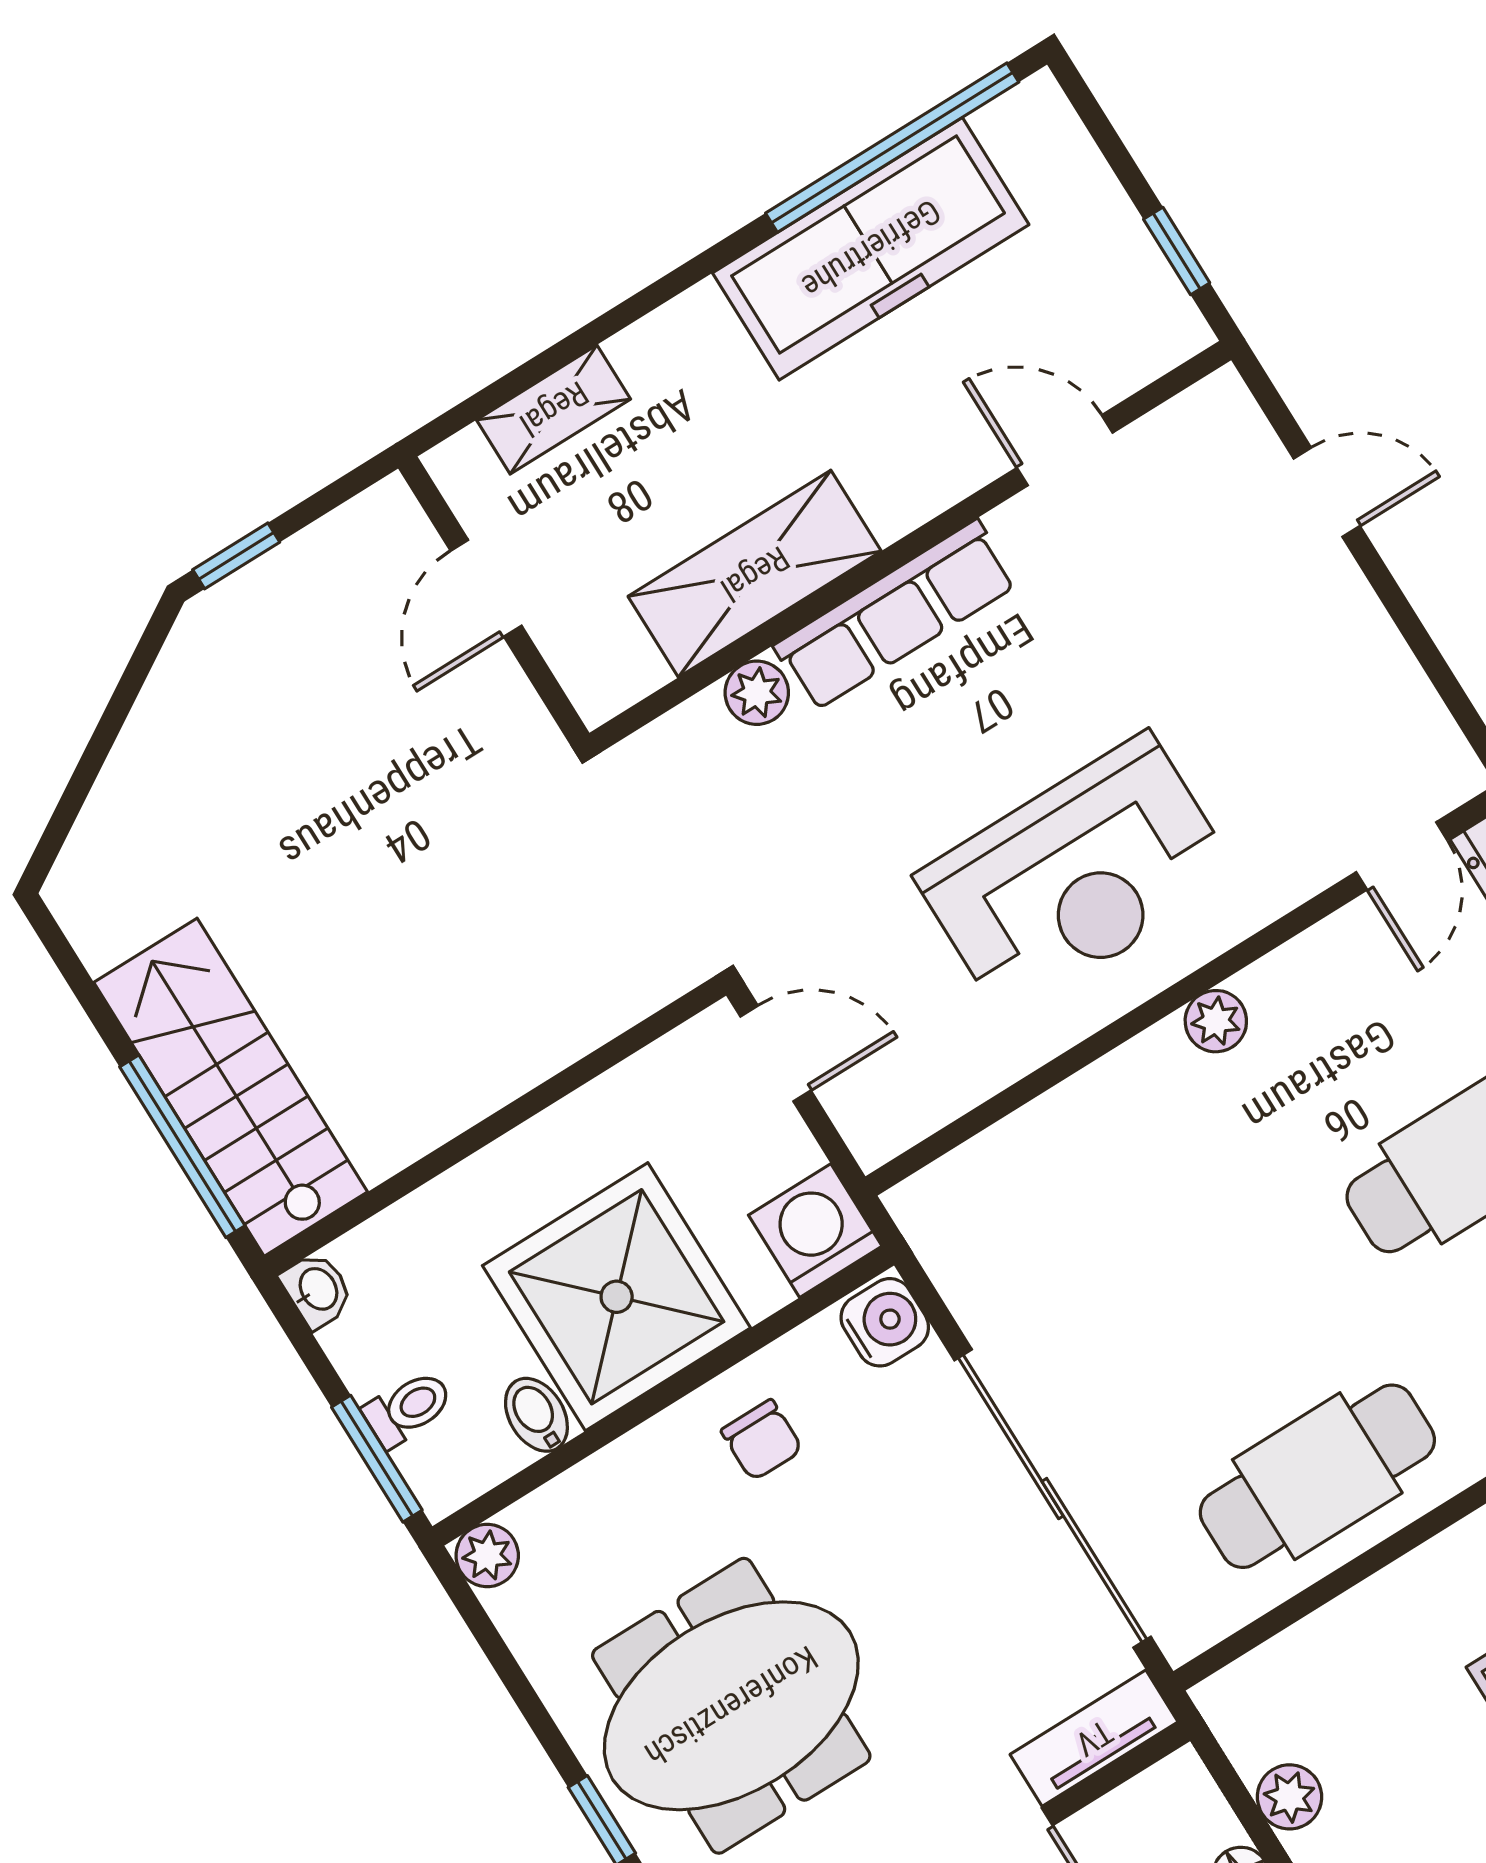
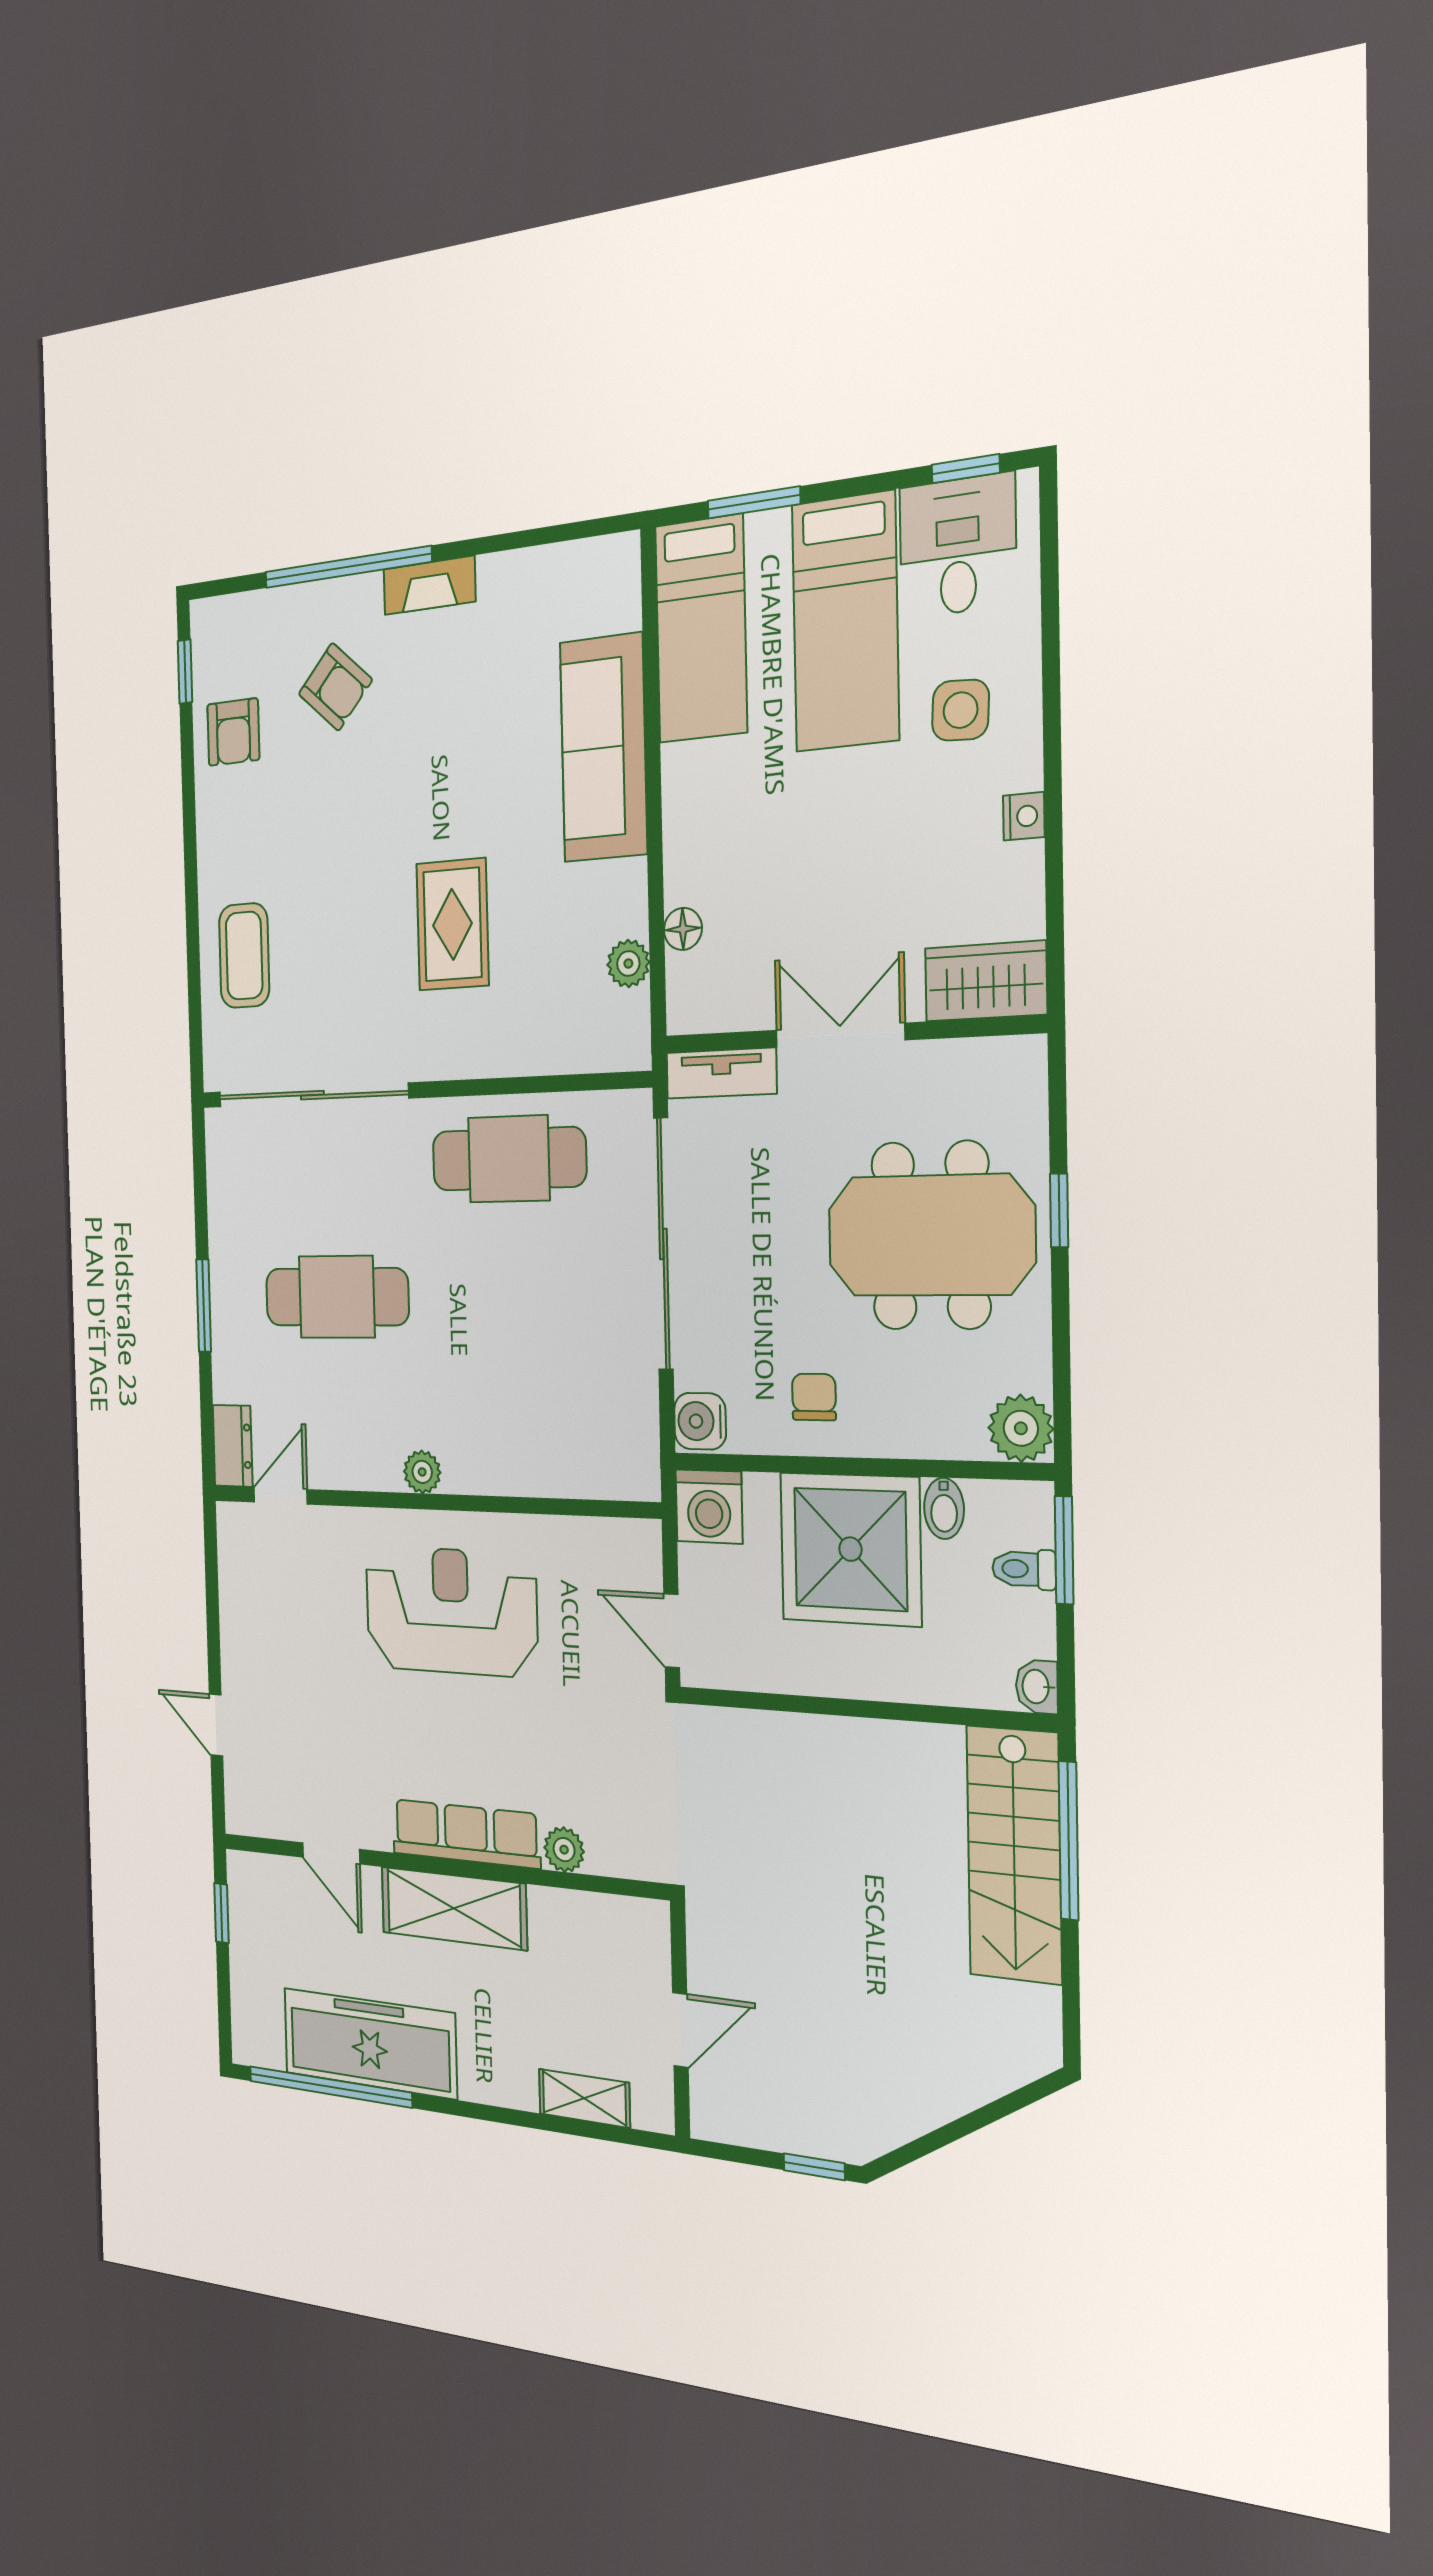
shelving: (755, 574) -> (454, 1908), moved
plant: (487, 1555) -> (1021, 1428), width x1.38, depth x1.38

